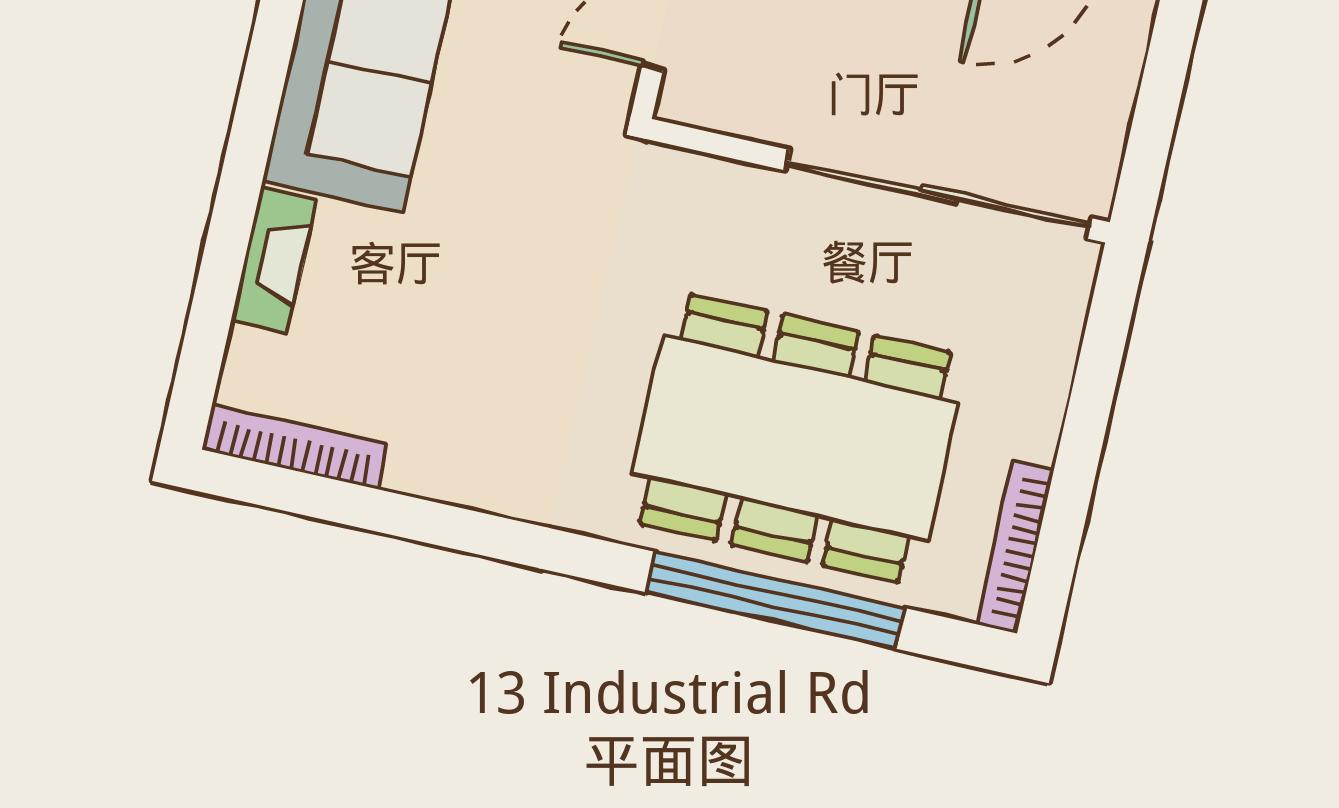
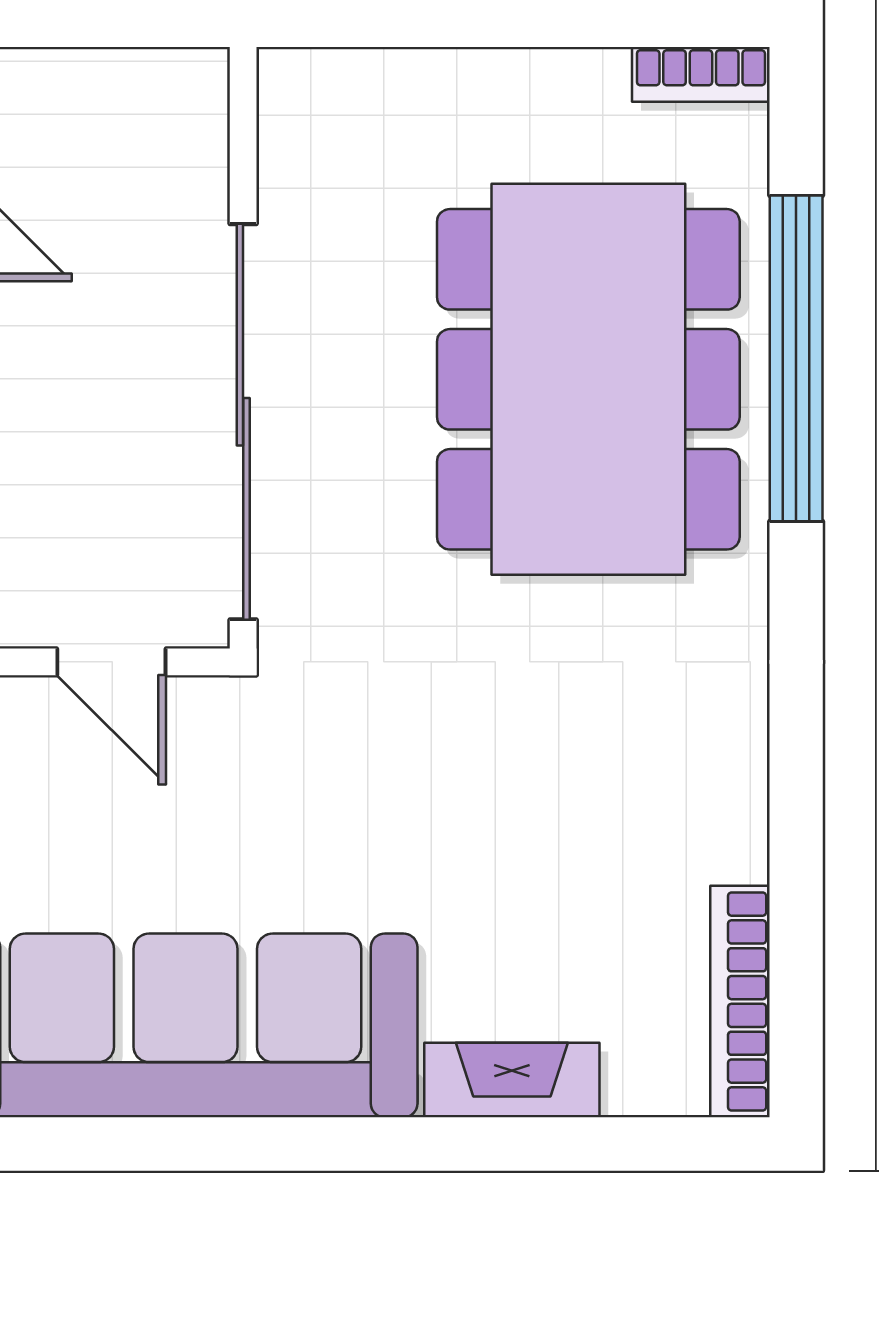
sliding door: (938, 194) -> (243, 422), moved
bookcase: (1015, 547) -> (701, 74), width x0.64

